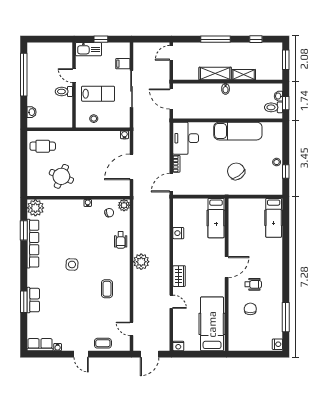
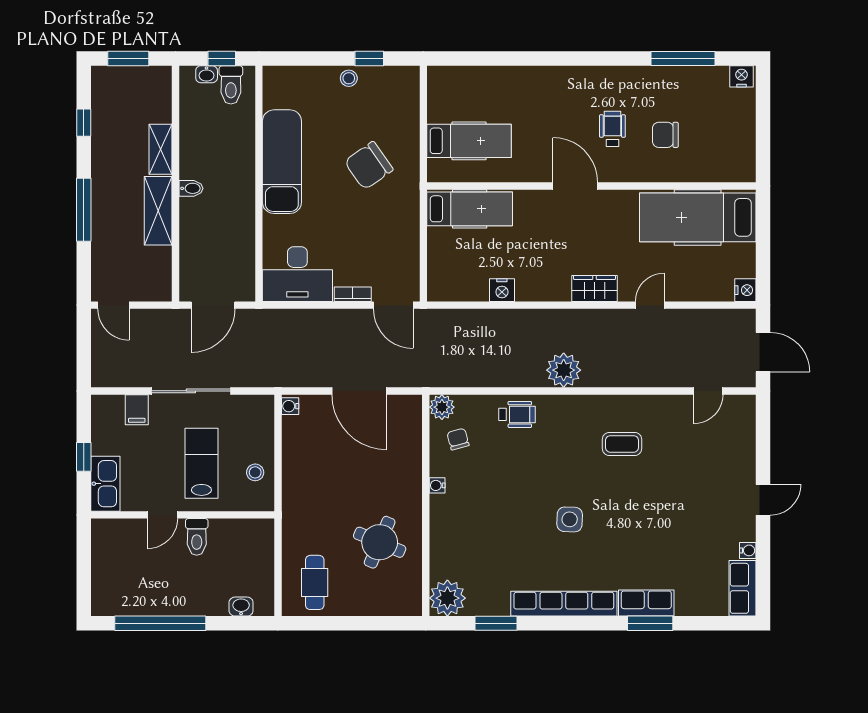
hospital bed: (274, 218) -> (469, 141), moved
row of seats: (33, 244) -> (564, 604), moved
coffee table: (103, 343) -> (739, 453), removed

